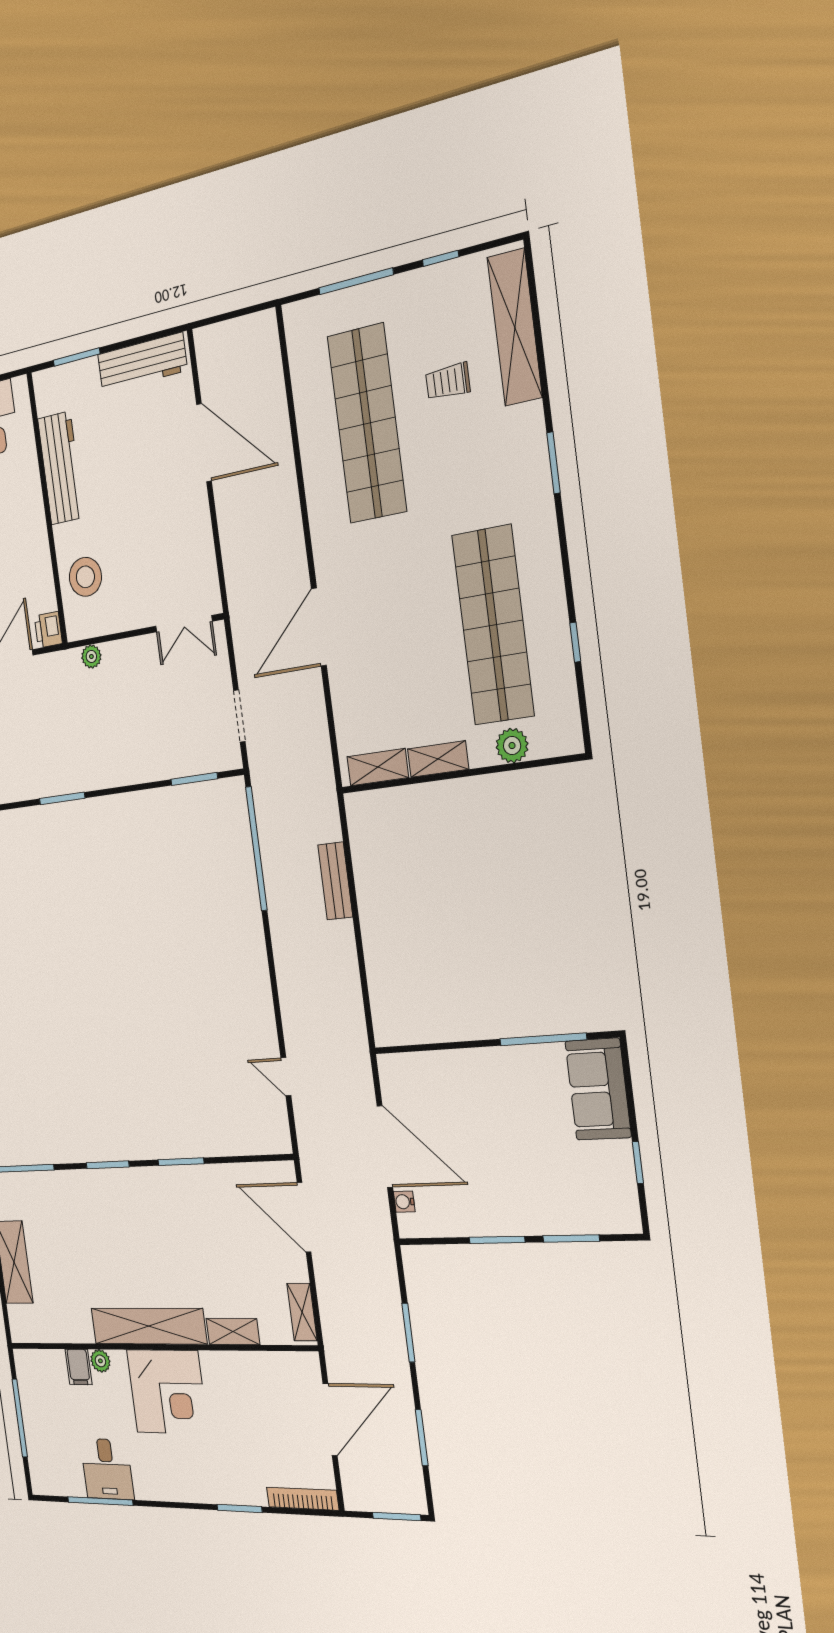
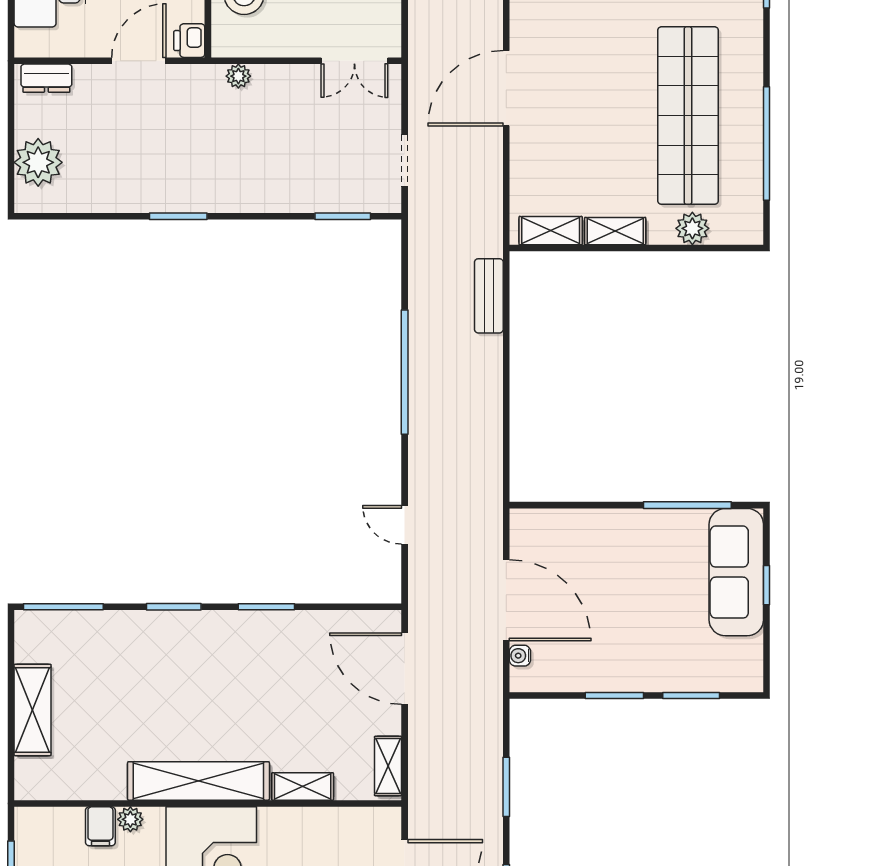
window: (575, 642) -> (767, 144), width x3.17
window: (256, 849) -> (405, 372), moved
bench: (335, 881) -> (489, 296), moved
sofa: (598, 1089) -> (736, 572), width x1.36
window: (638, 1163) -> (767, 585), moved

